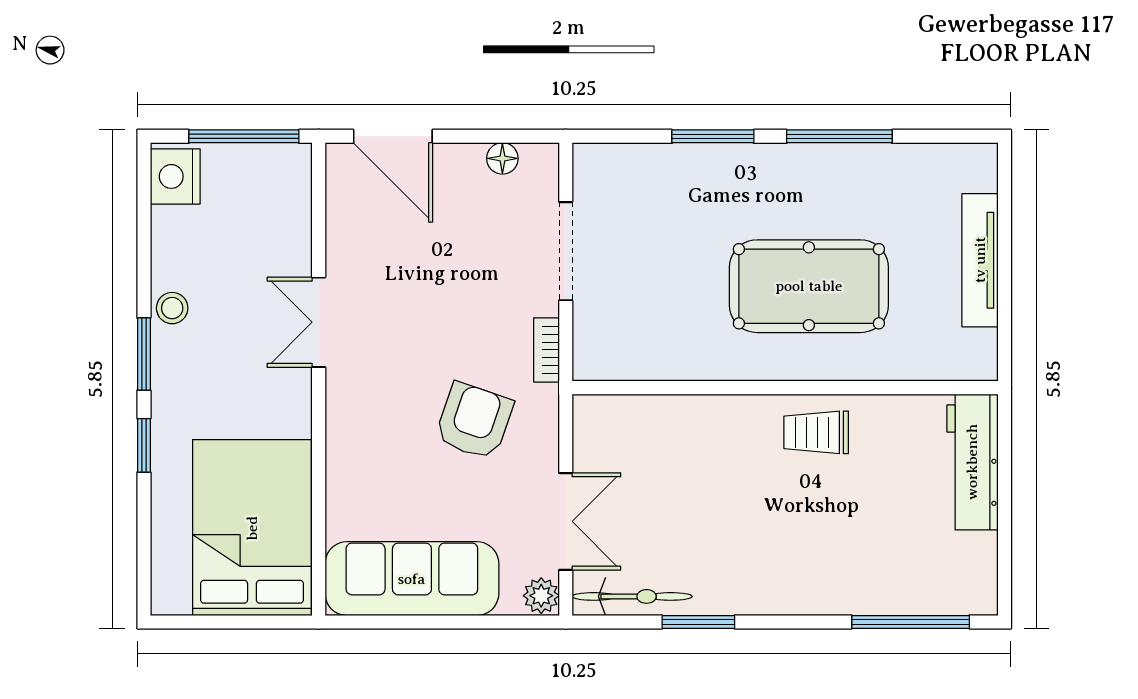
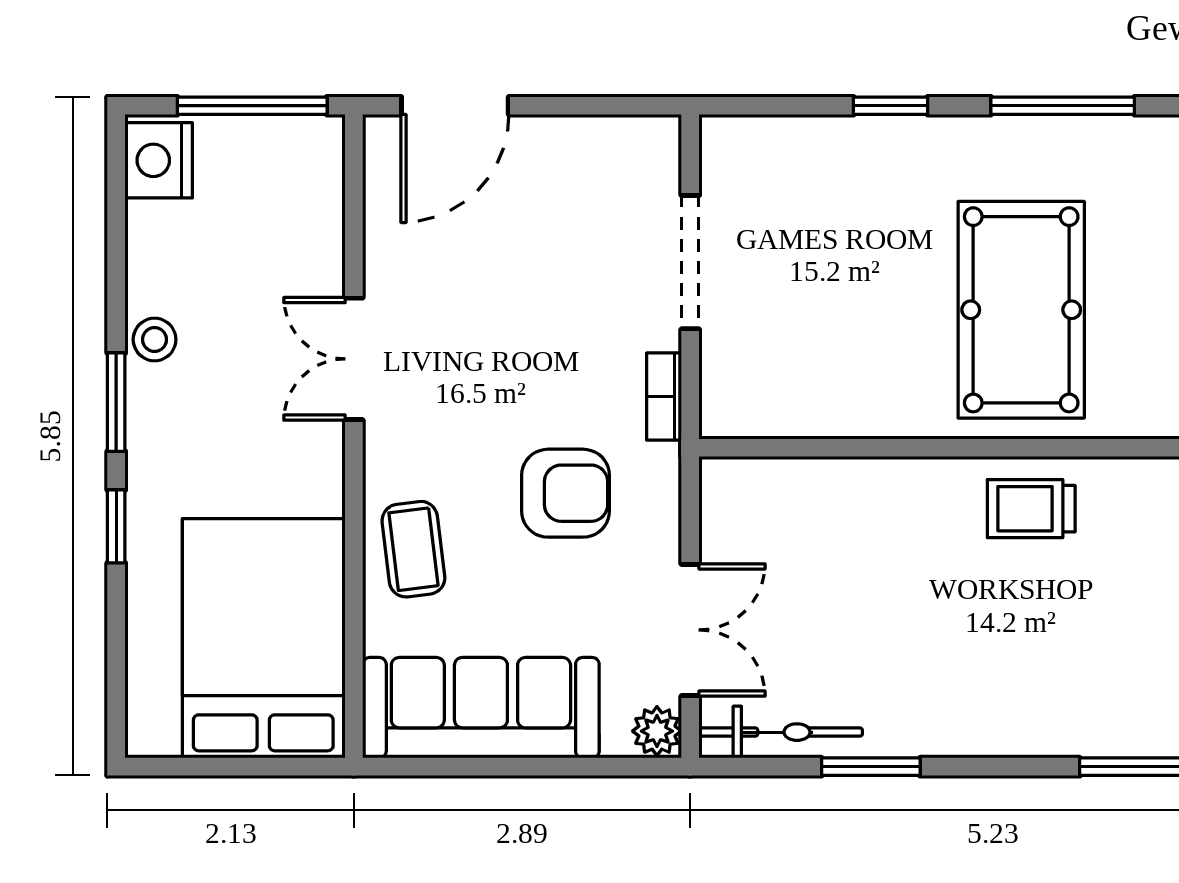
door: (393, 136) -> (455, 106), hinge flipped
window: (713, 136) -> (891, 106), width x0.67
floor lamp: (502, 158) -> (604, 136), removed
pool table: (809, 286) -> (1021, 310), turned 90
armchair: (474, 421) -> (566, 493), turned 71
coffee table: (362, 462) -> (413, 549), added

